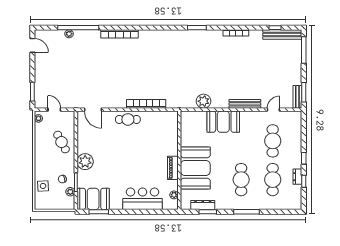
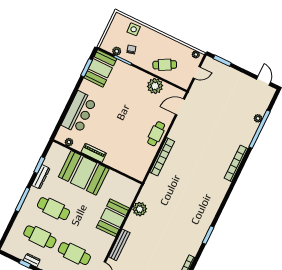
door: (32, 45) -> (263, 81), swing flipped
plant: (85, 162) -> (155, 86), moved
dresser: (203, 205) -> (41, 177), moved

